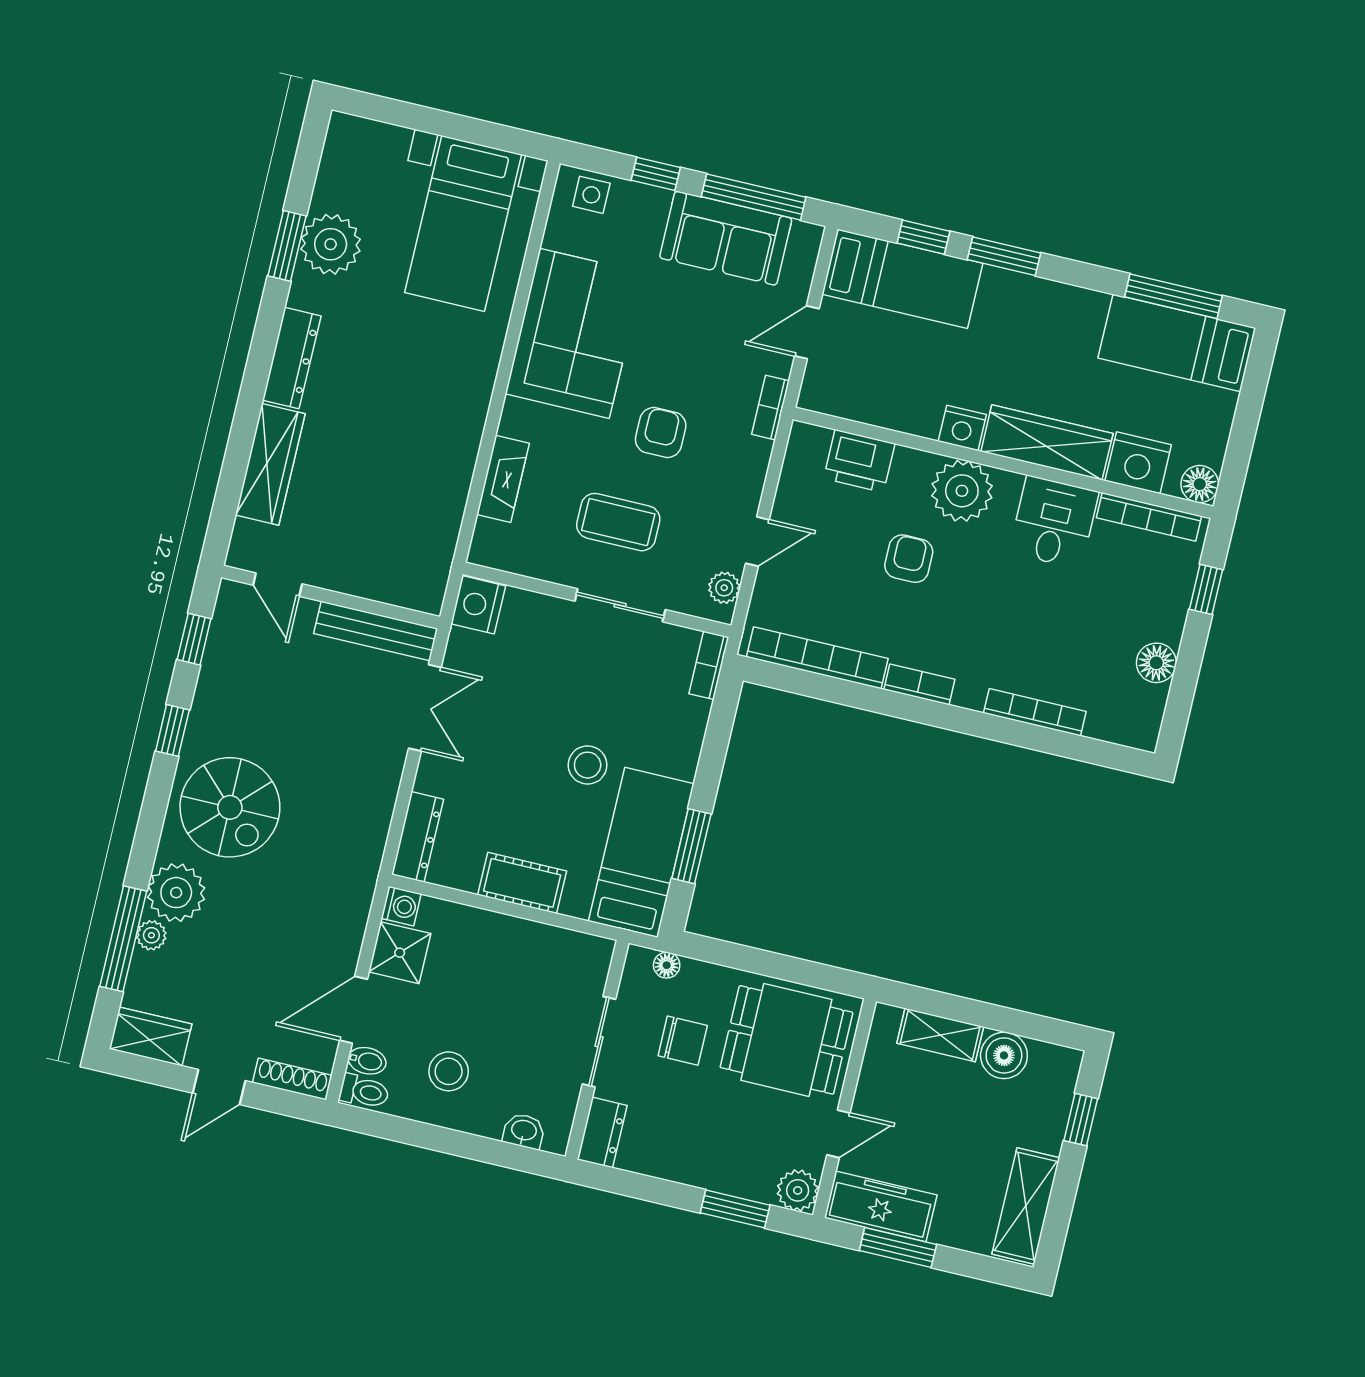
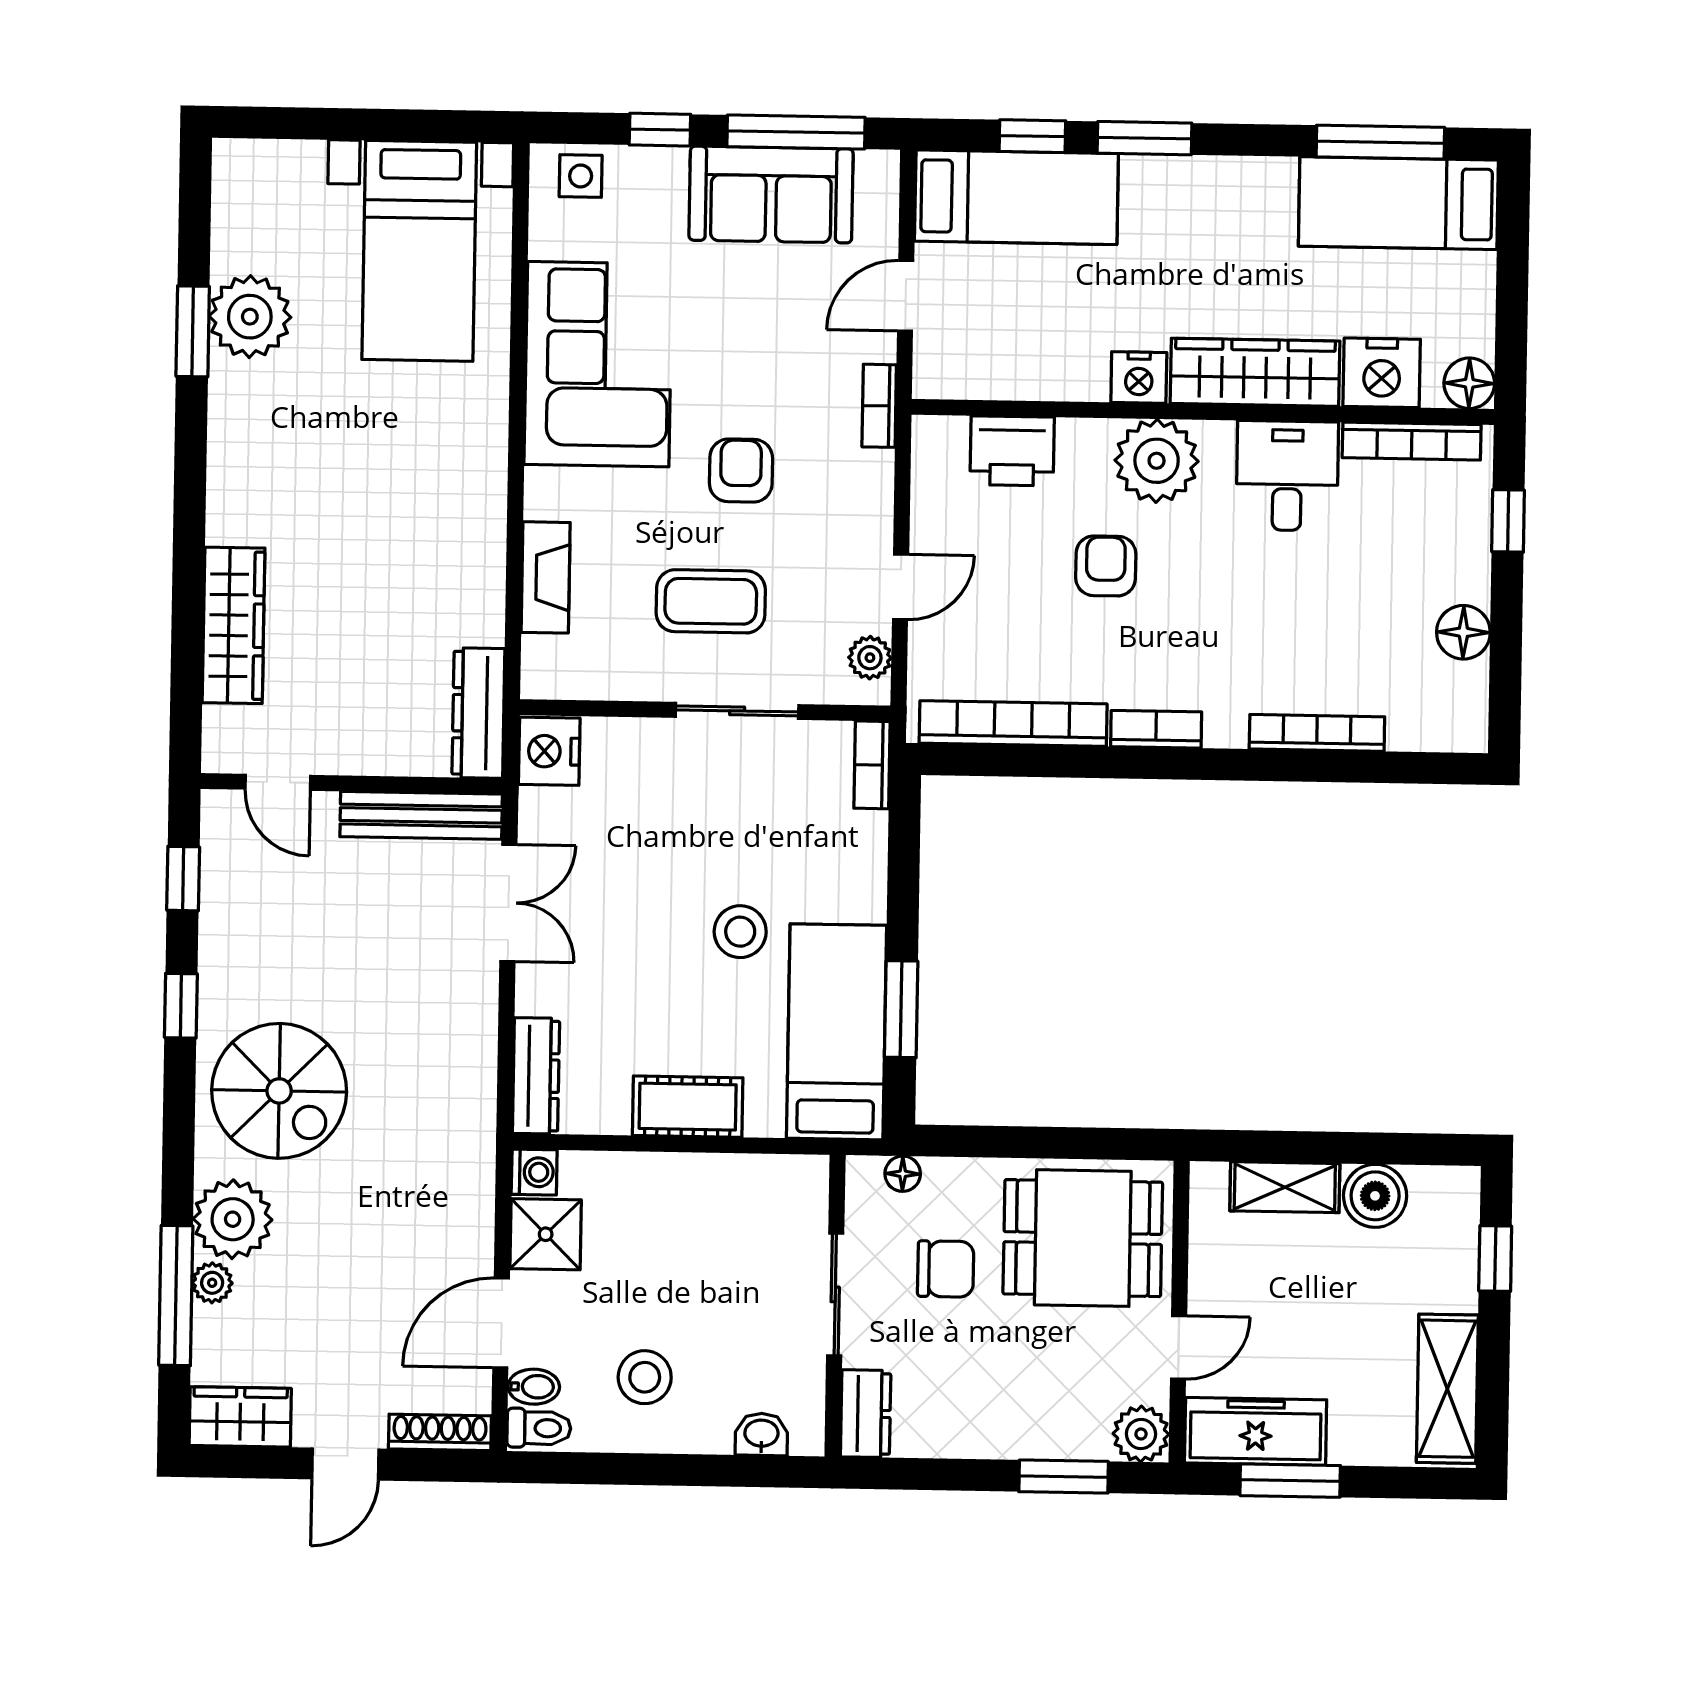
dresser: (292, 358) -> (478, 713), moved, turned 180

